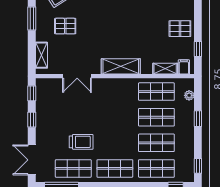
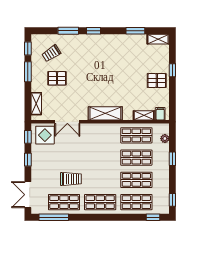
window: (198, 49) -> (172, 70), moved
display table: (51, 91) -> (45, 135), added

